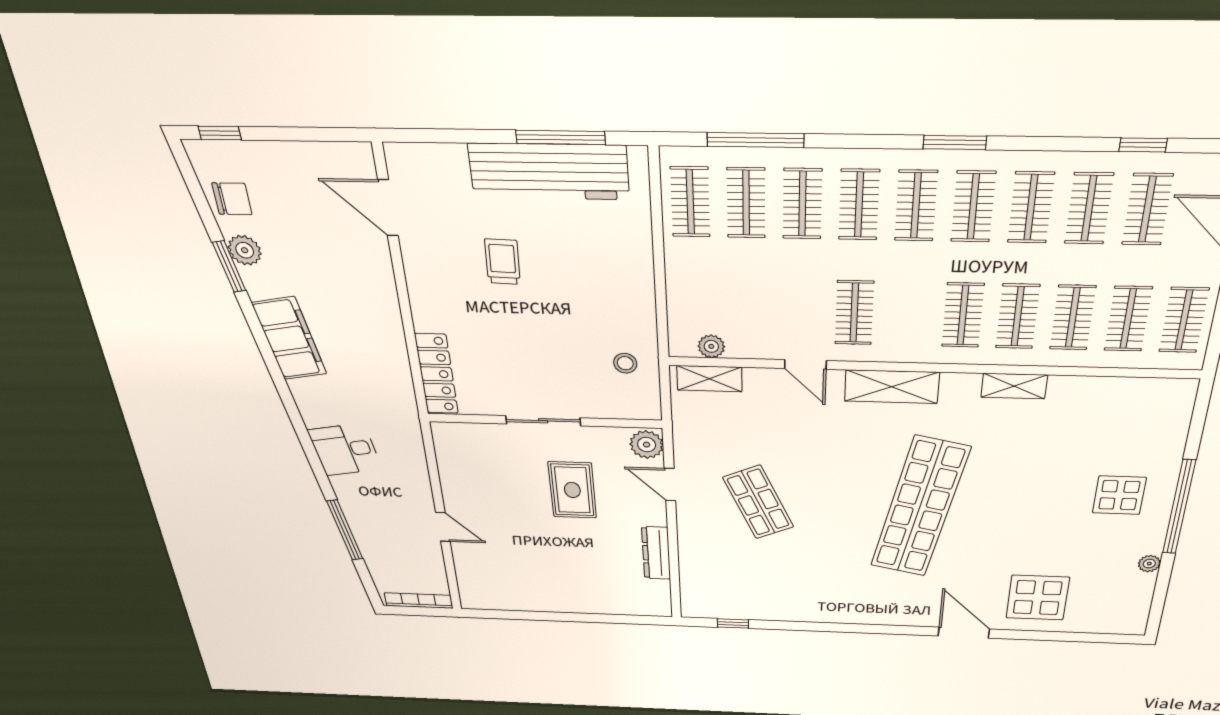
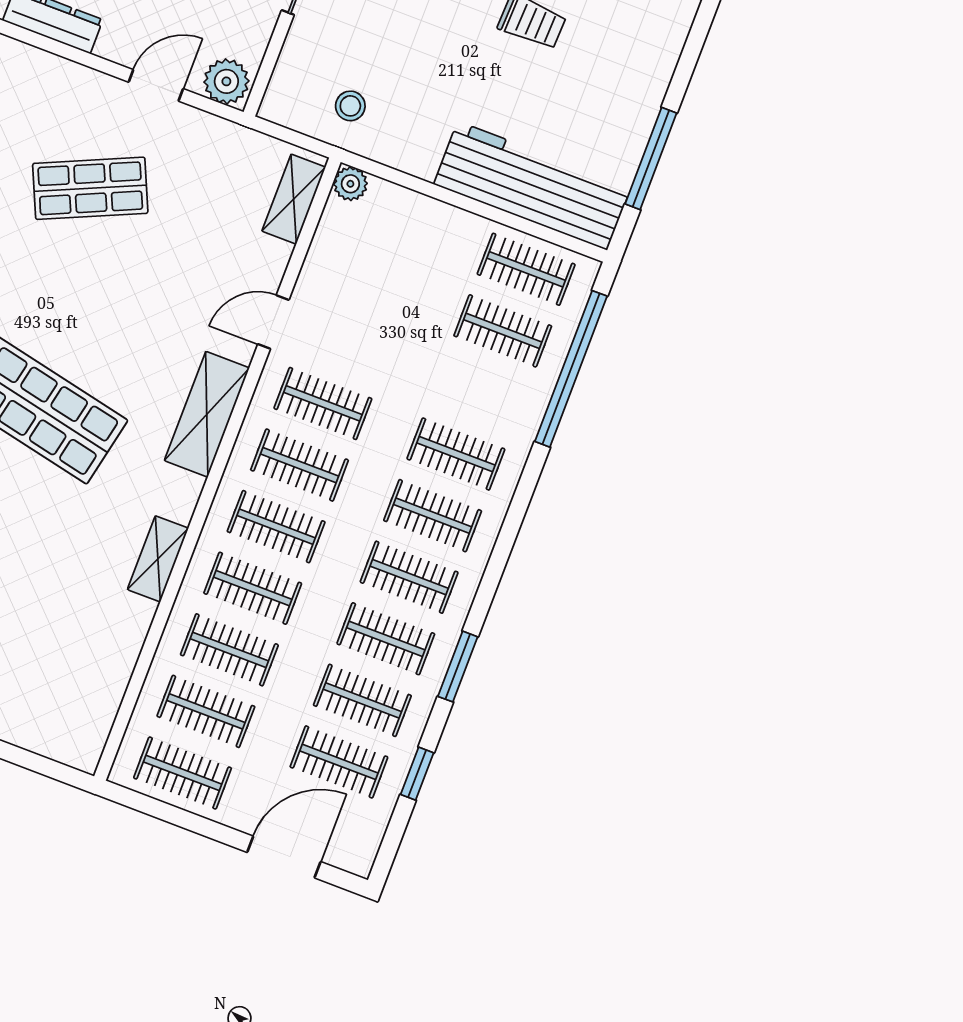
window: (756, 140) -> (571, 369), width x1.46
window: (955, 143) -> (458, 667), moved
workbench: (549, 172) -> (532, 186), moved, turned 90
clothes rail: (802, 204) -> (299, 465), moved
plant: (711, 346) -> (350, 184), moved

